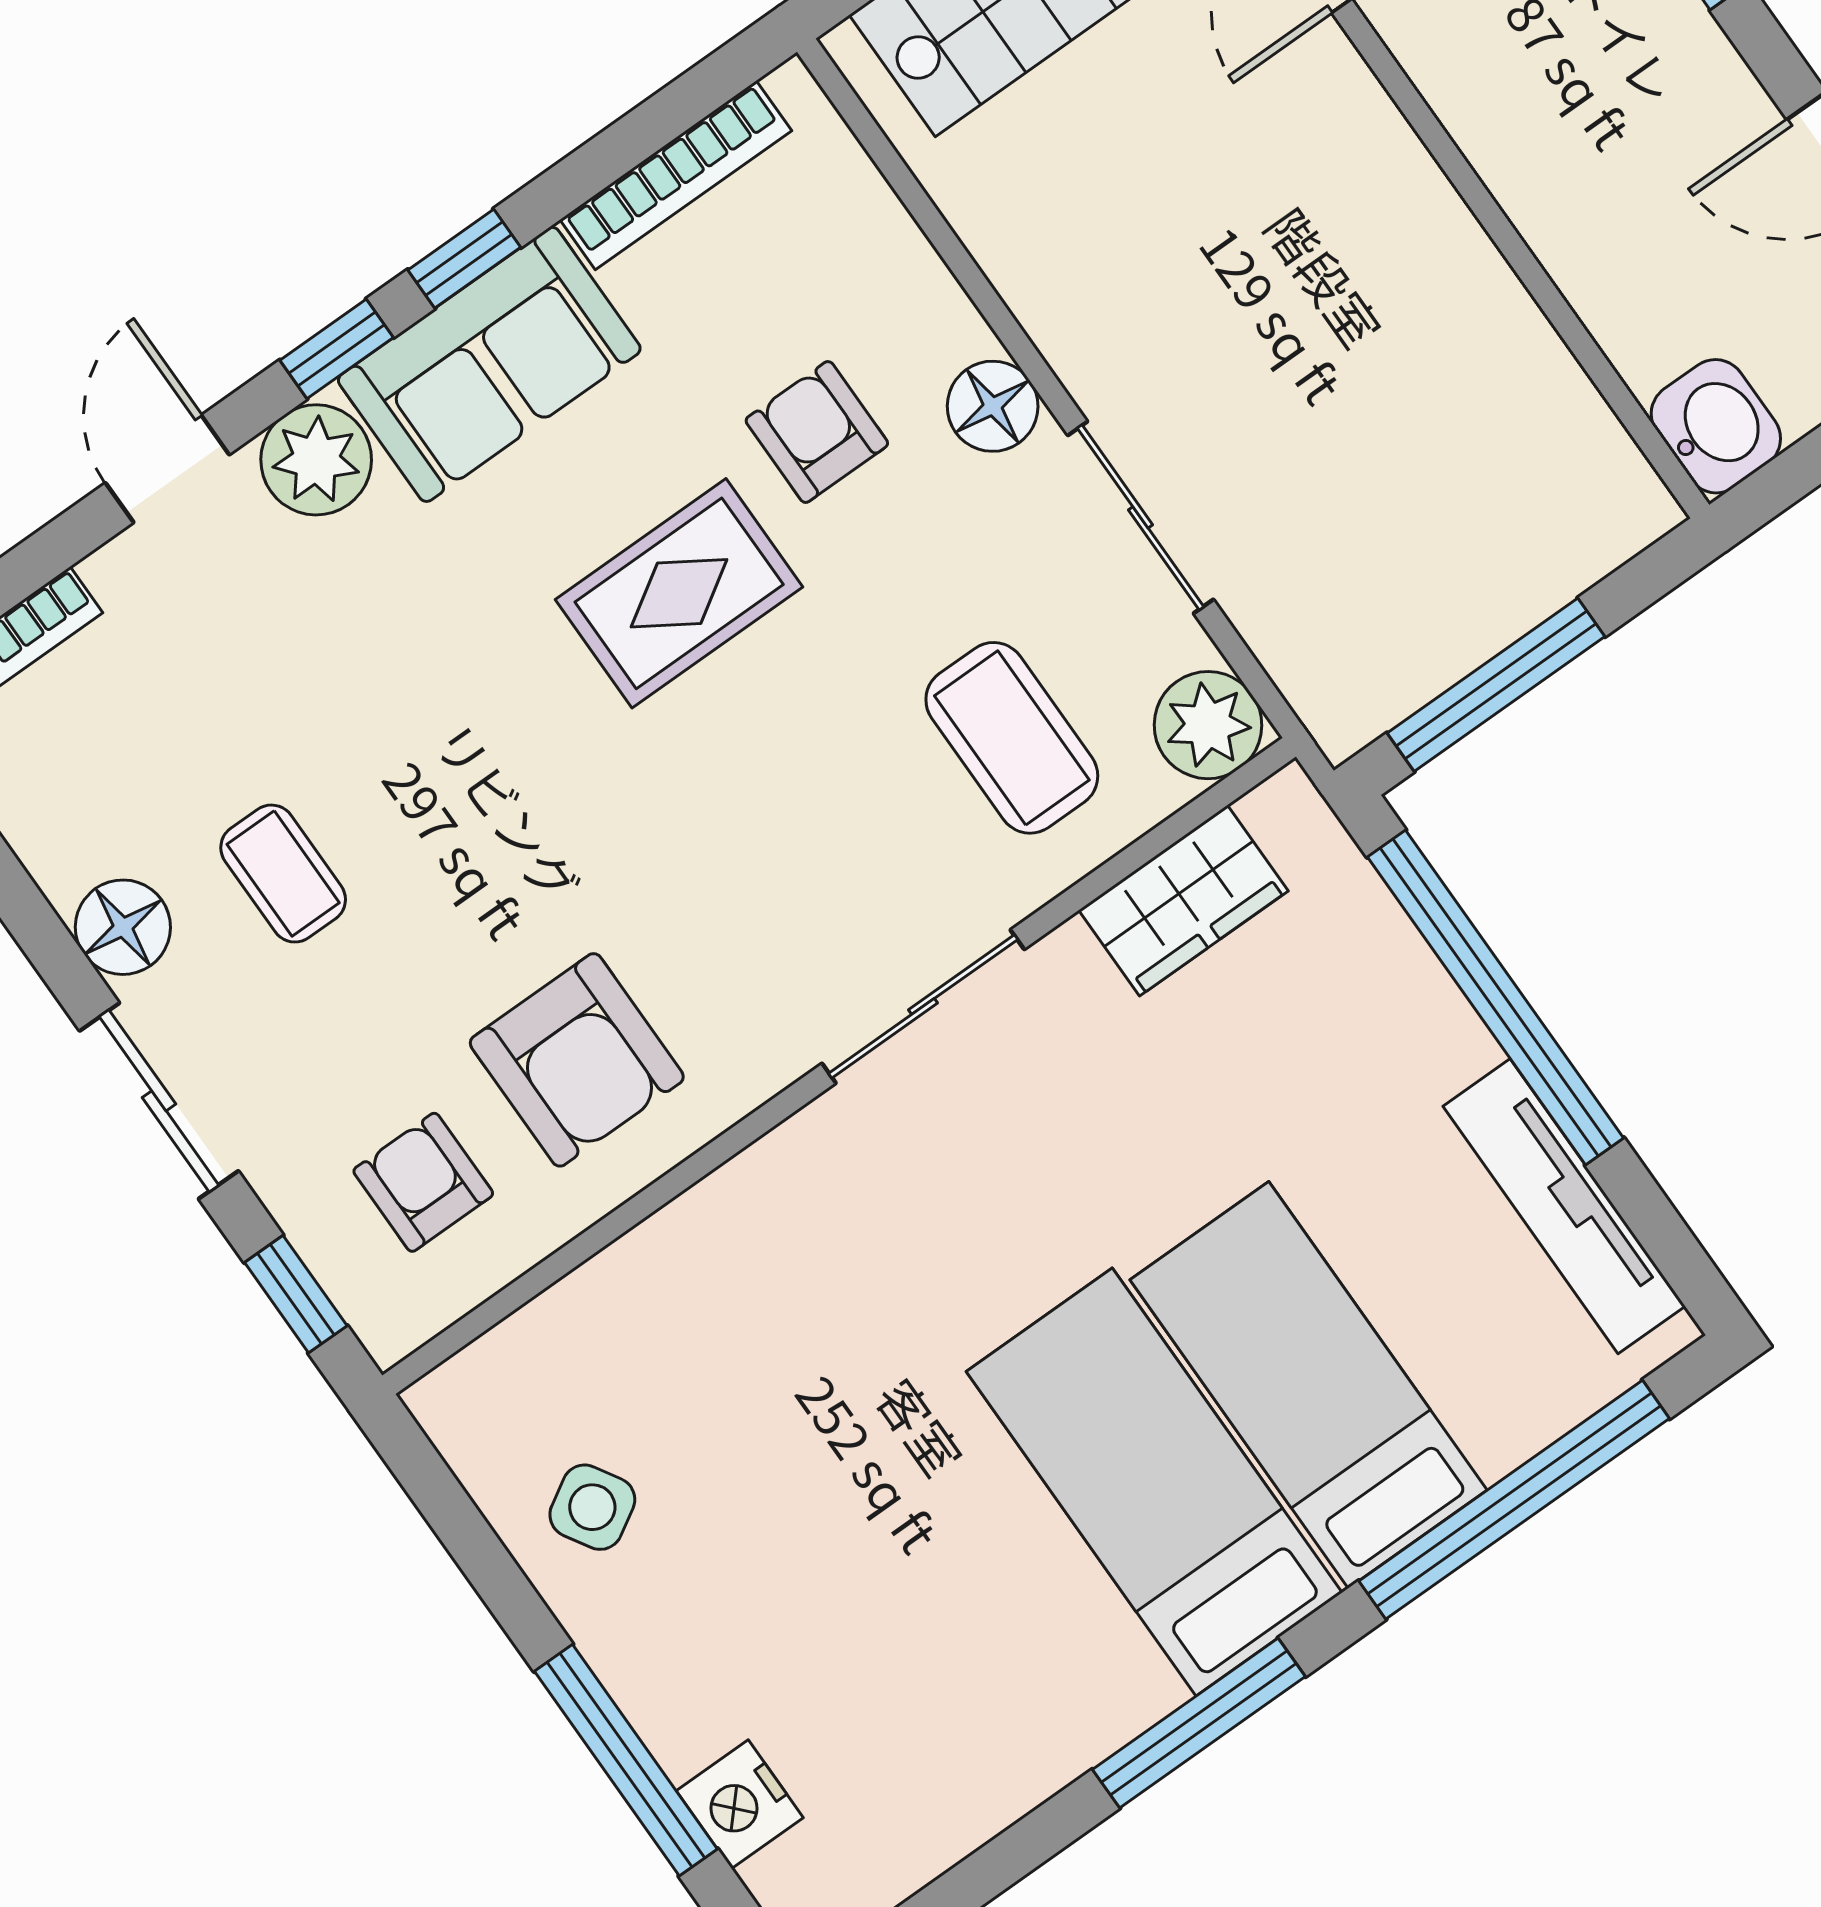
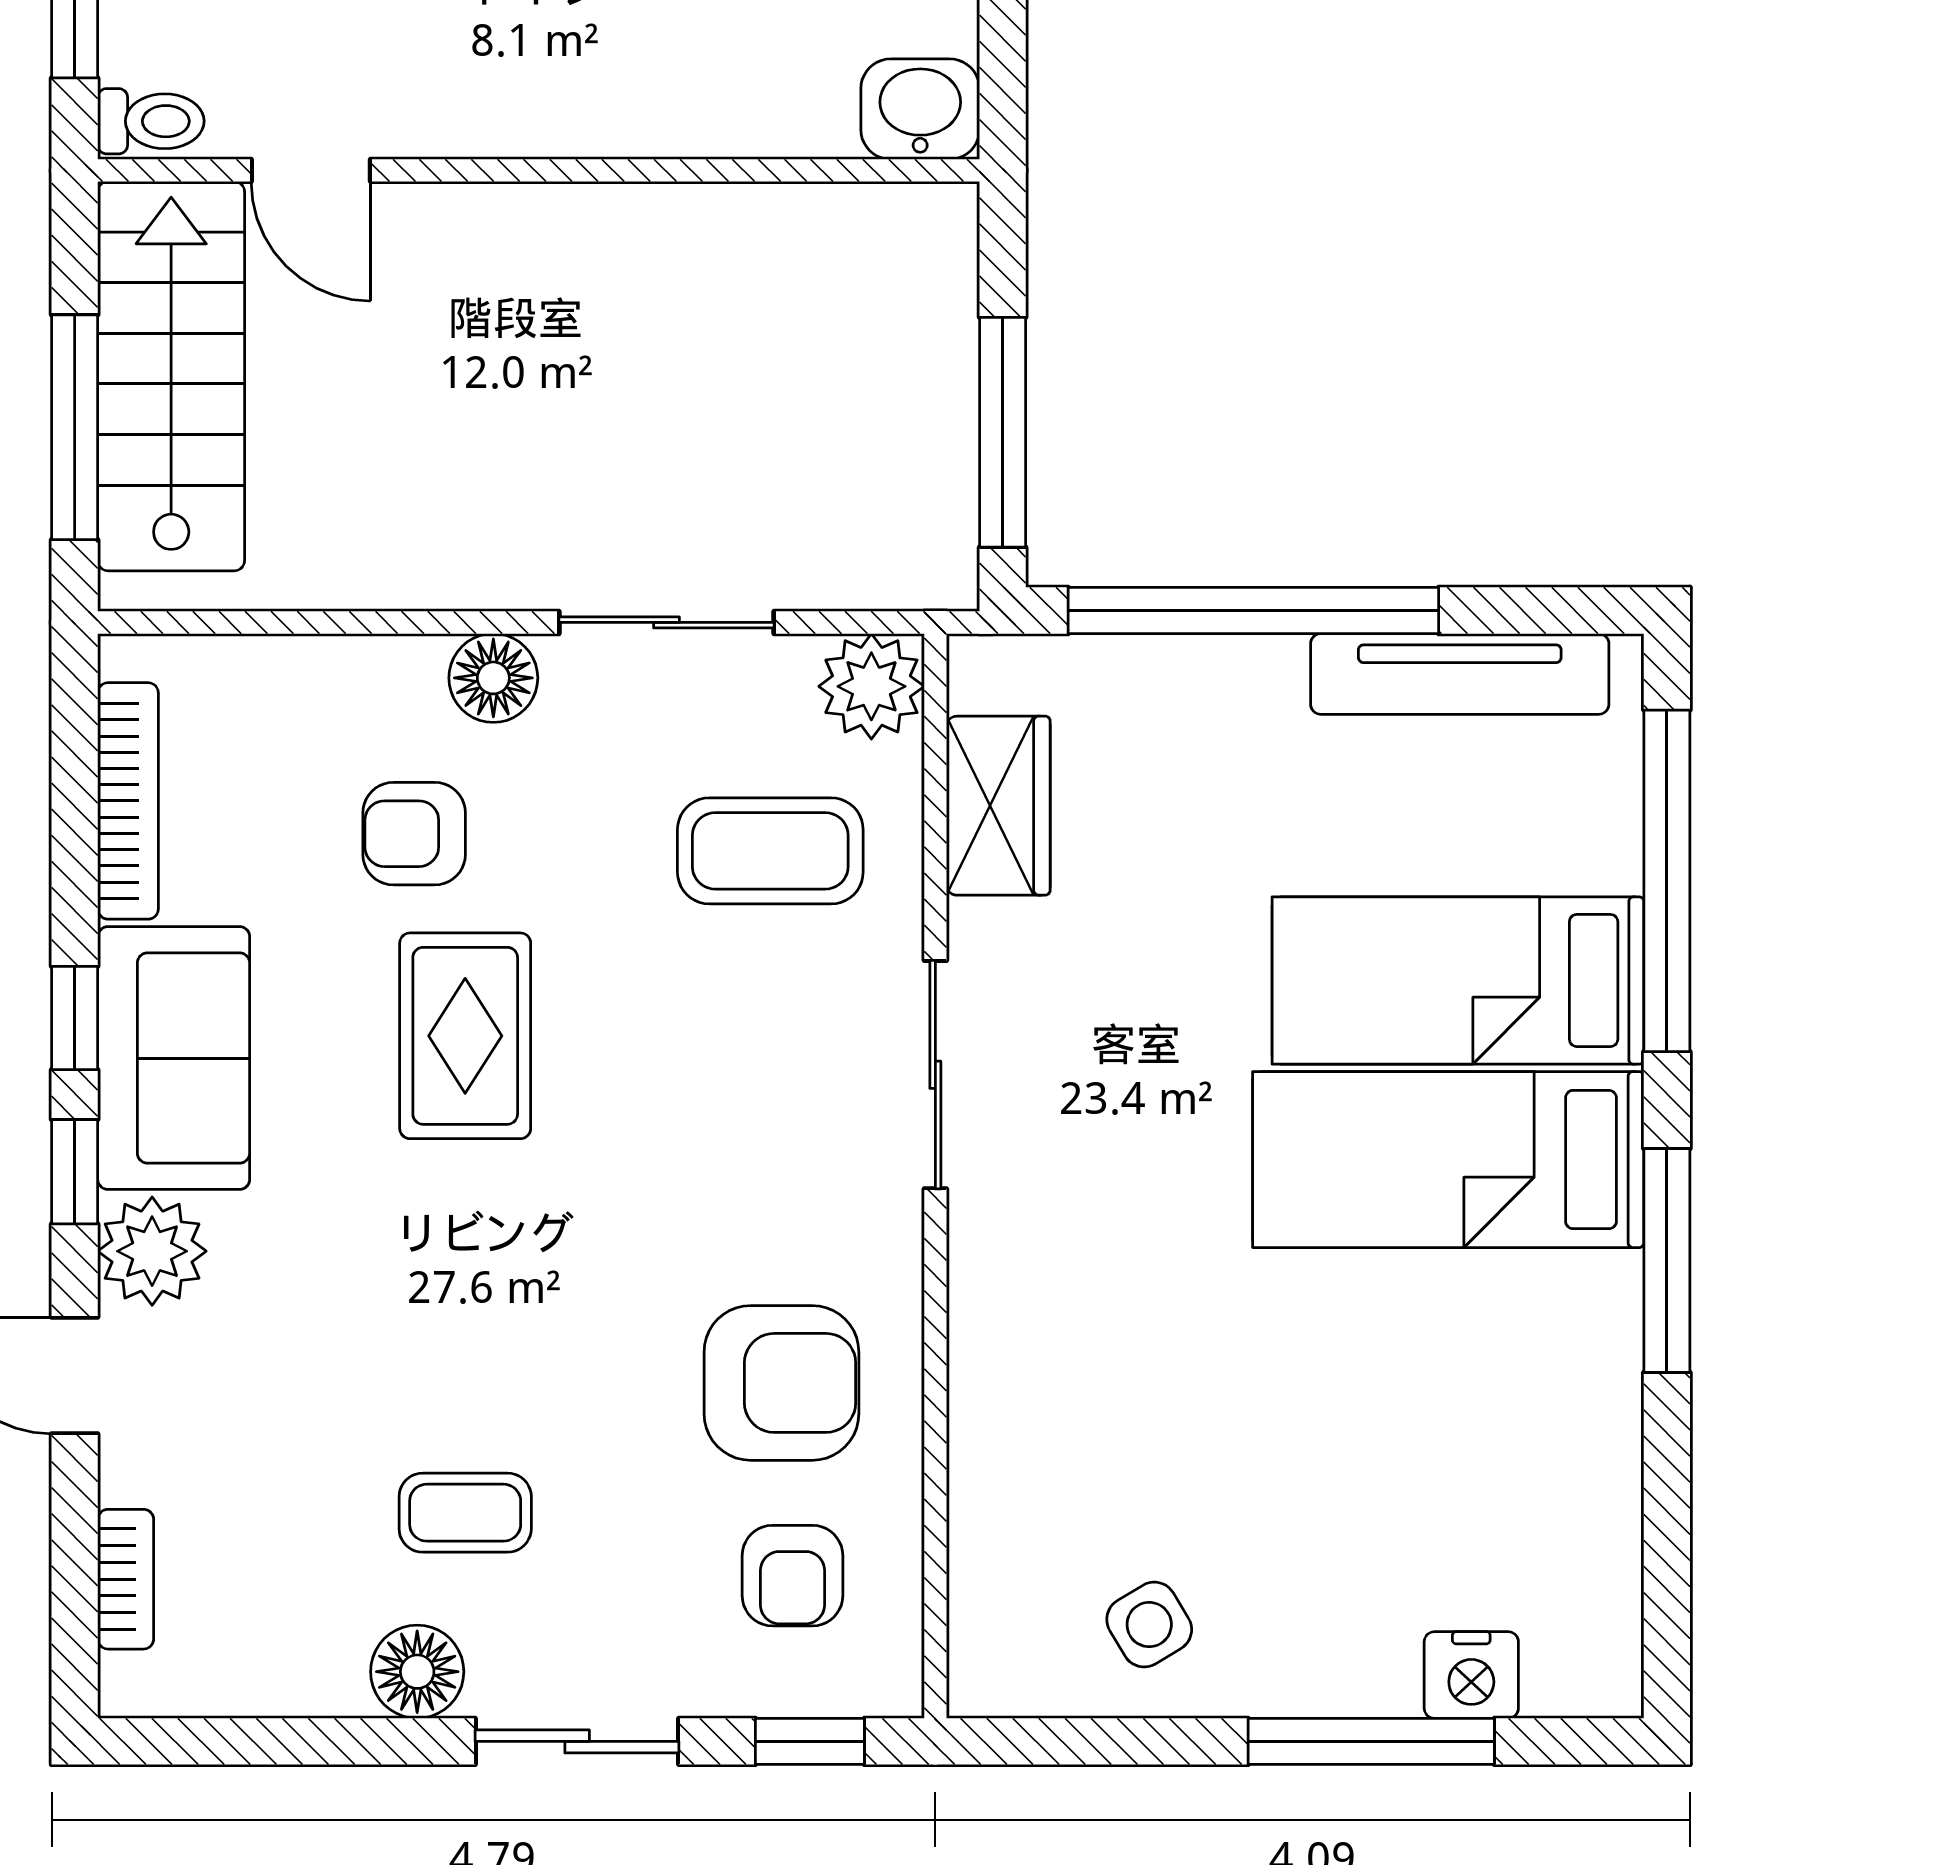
armchair: (423, 1182) -> (792, 1576), turned -90

